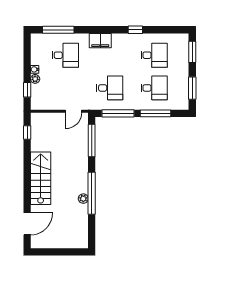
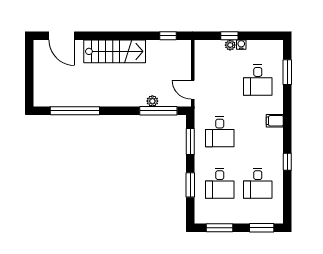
window: (58, 30) -> (287, 72), width x0.69
filing cabinet: (100, 41) -> (275, 121), width x0.50
window: (27, 90) -> (229, 36), moved
window: (118, 113) -> (190, 141), width x0.69
window: (155, 113) -> (190, 185), width x0.69
window: (92, 193) -> (75, 111), moved
plant: (83, 199) -> (152, 101), moved

